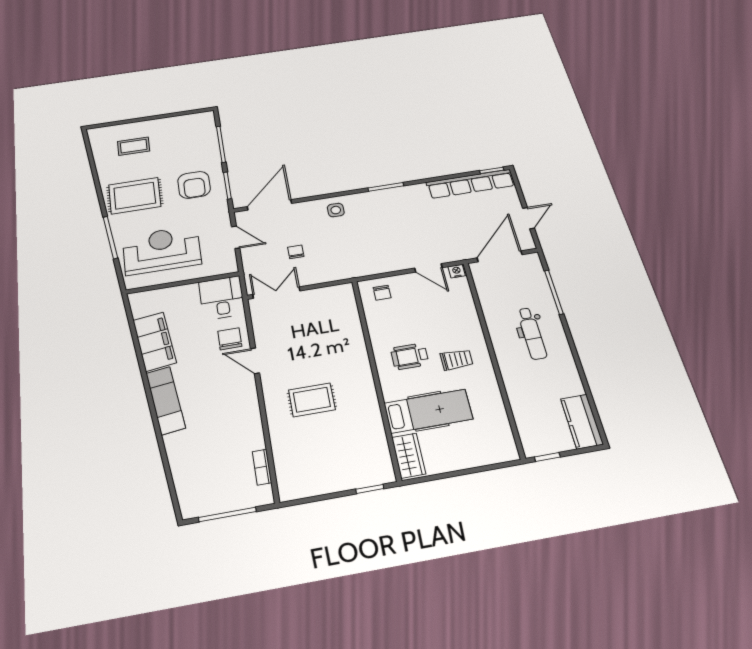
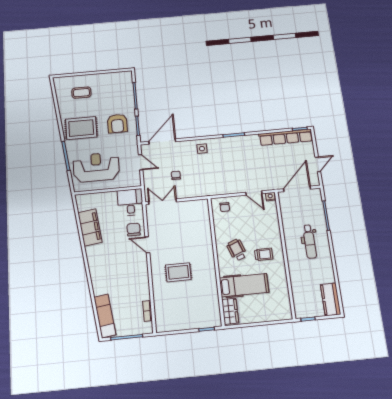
wheelchair: (410, 356) -> (237, 250), turned 69
exam couch: (166, 400) -> (105, 316), moved

